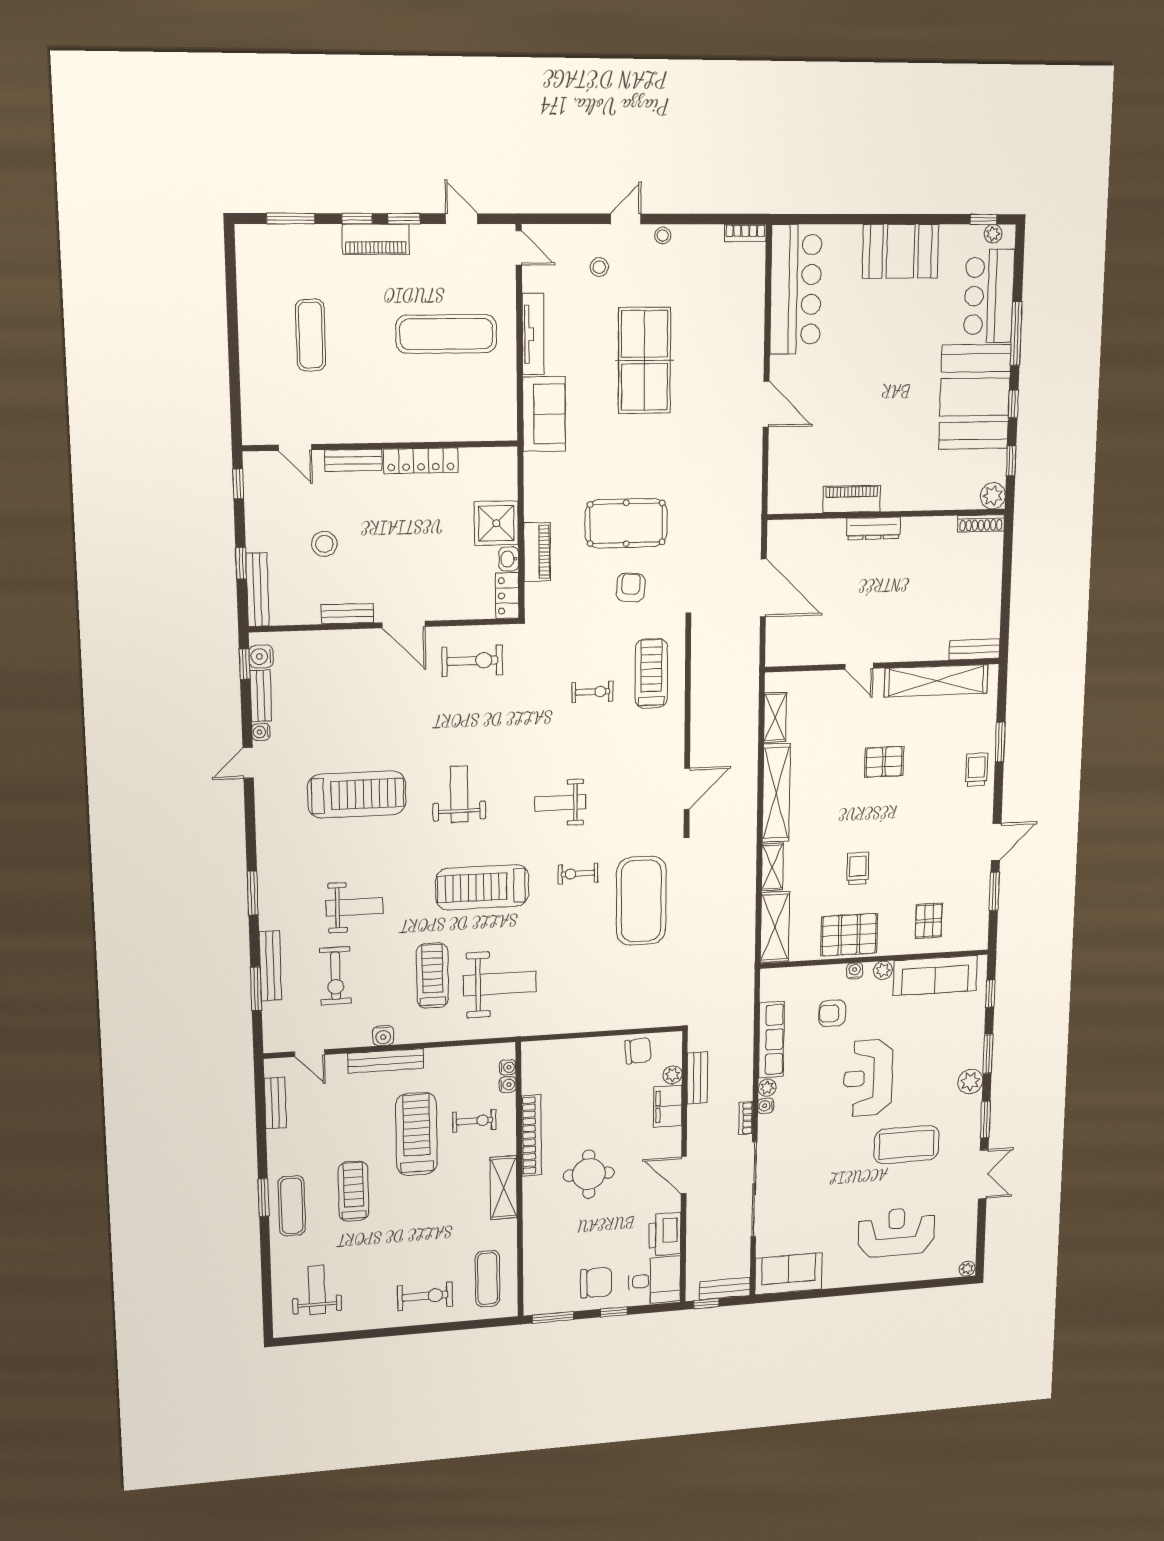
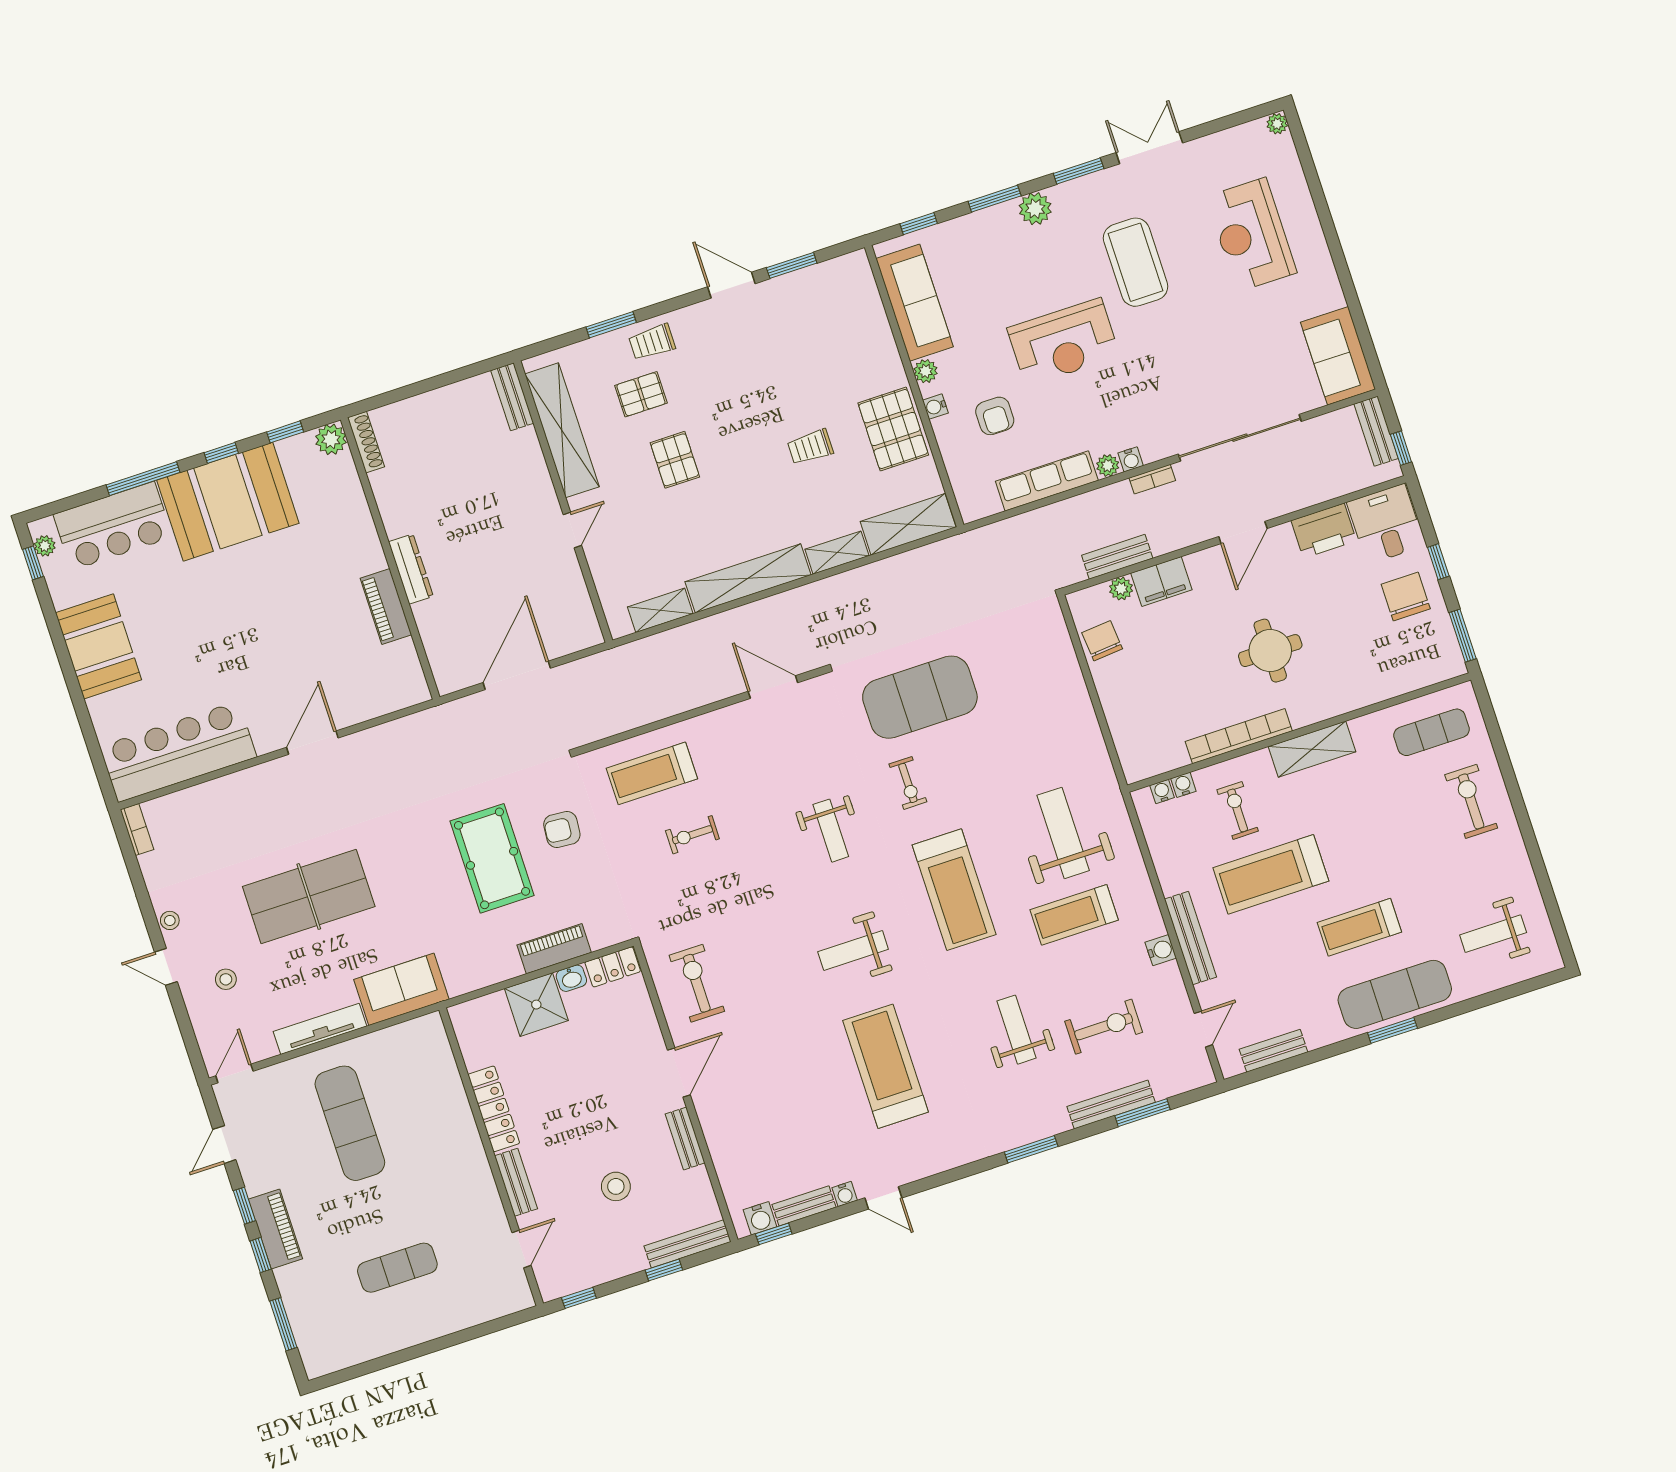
exercise bike: (593, 692) -> (692, 835), turned -90
pallet: (929, 921) -> (641, 394), moved
exercise mat: (292, 1206) -> (1395, 994), width x1.36, depth x1.45

